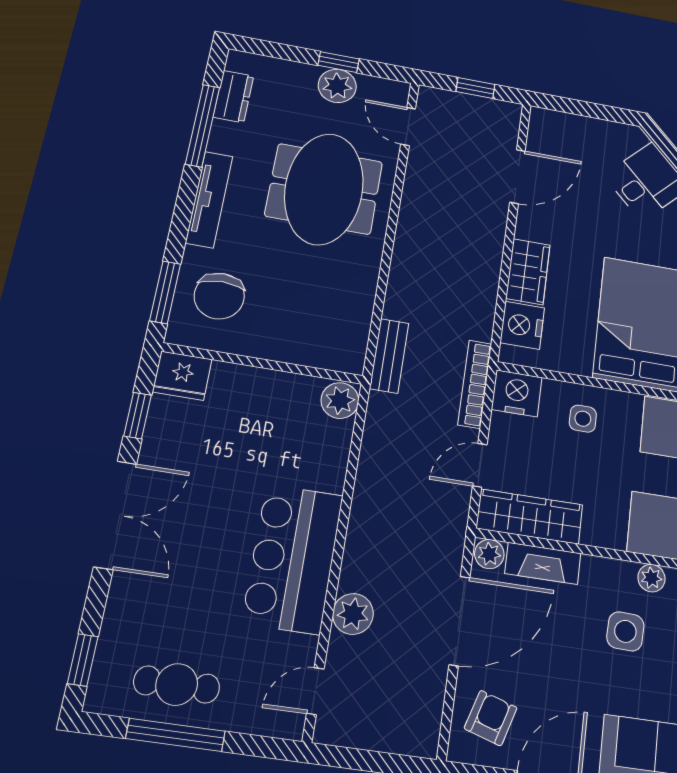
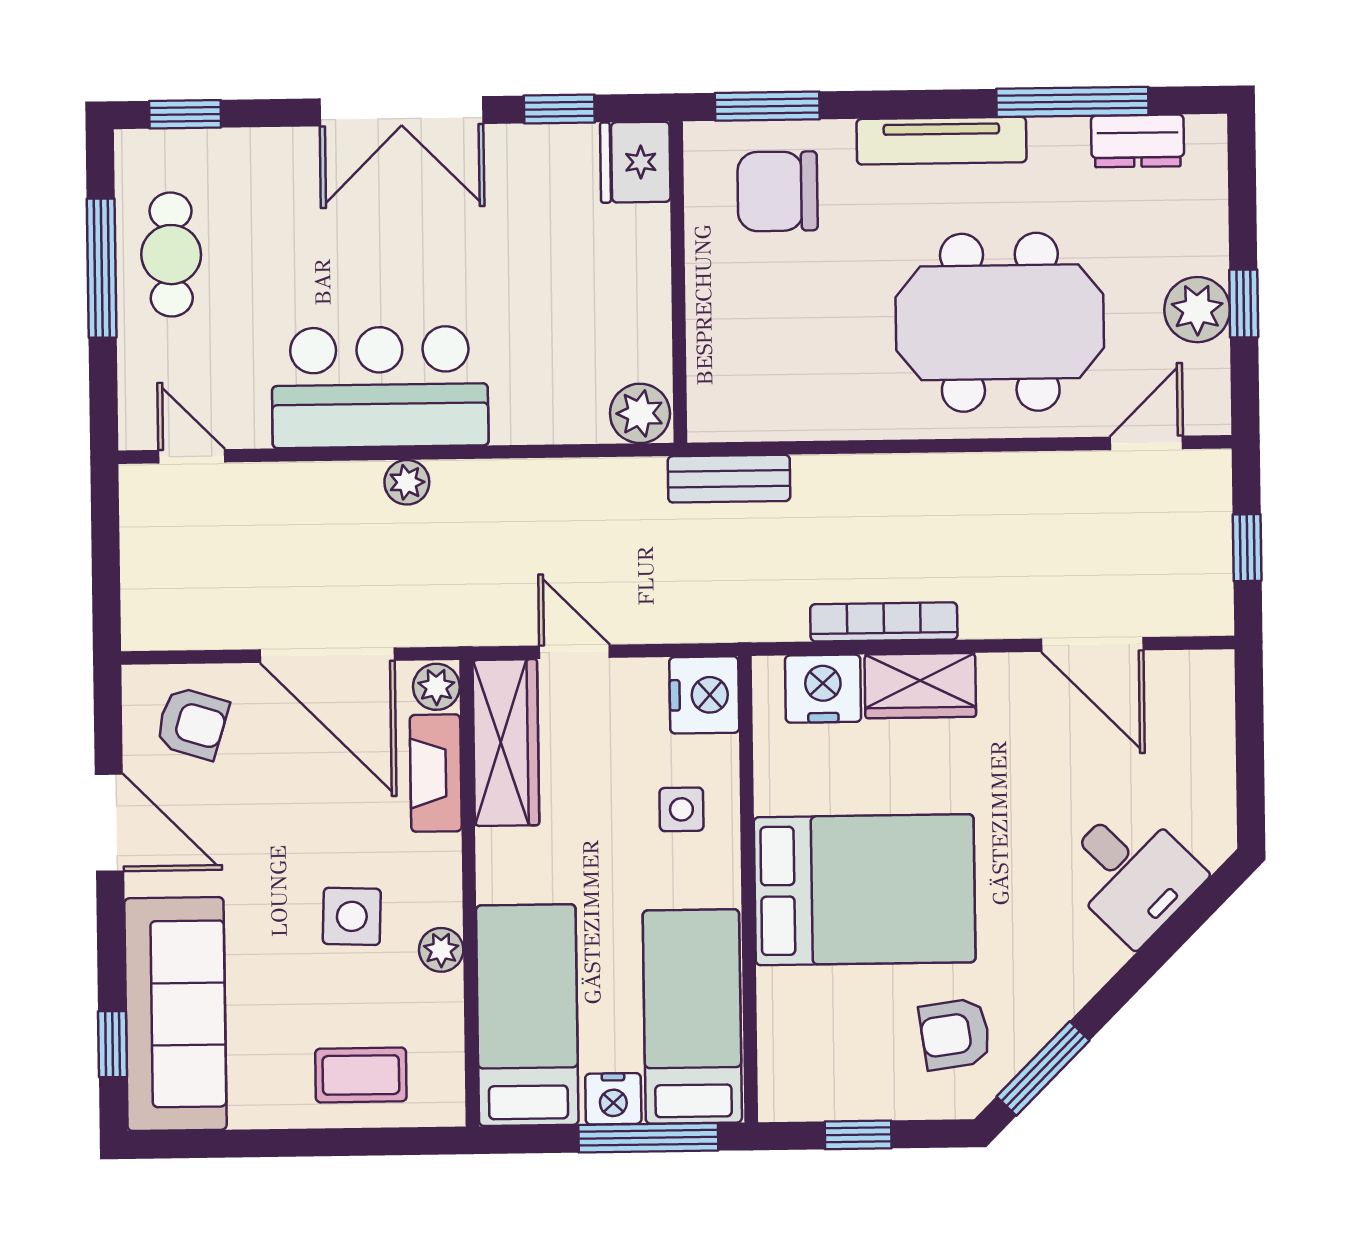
bookcase: (475, 384) -> (884, 622), moved
plant: (353, 614) -> (407, 482), moved, width x0.73, depth x0.73

